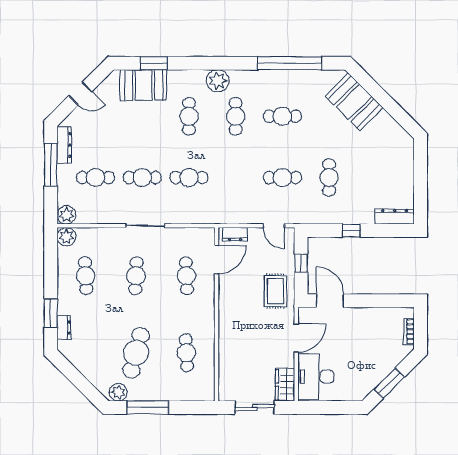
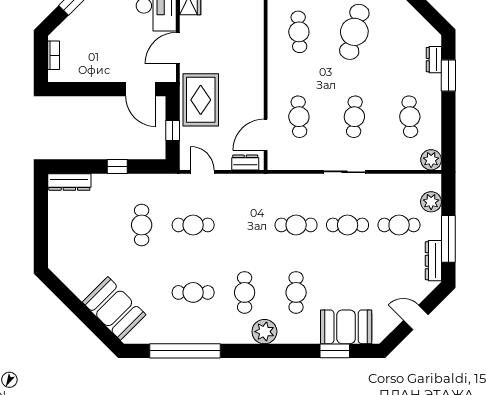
plant: (66, 215) -> (431, 202), moved
rug: (275, 291) -> (201, 100), width x1.36, depth x1.43

